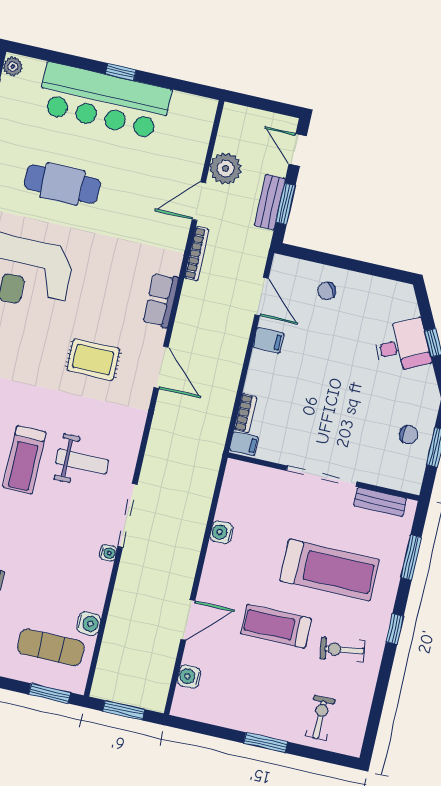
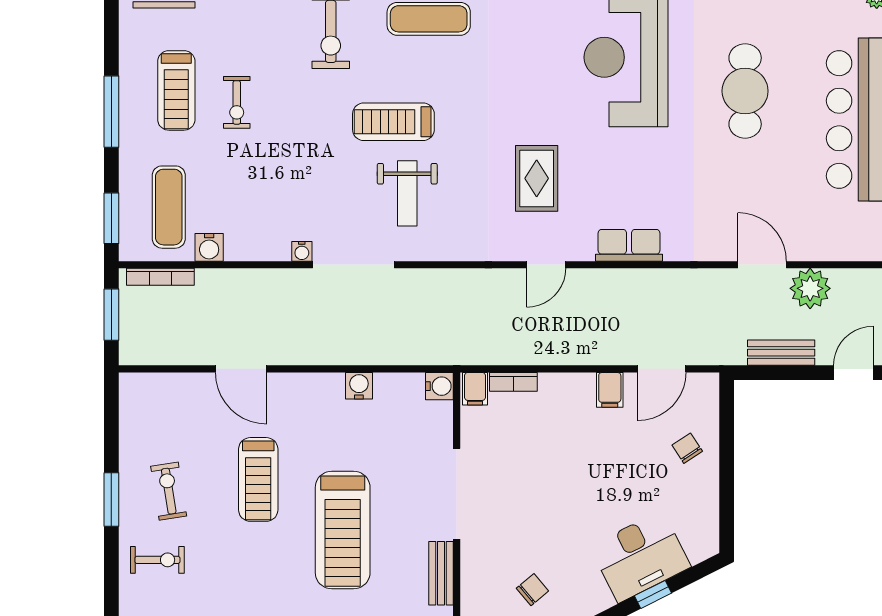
window: (286, 204) -> (783, 373), removed
bookcase: (197, 254) -> (160, 277), moved
desk: (402, 346) -> (640, 557), width x1.37
door: (161, 367) -> (546, 265), width x0.73
chair: (408, 435) -> (532, 590), turned -130
treadmill: (276, 626) -> (258, 479), turned 180
exercise bike: (342, 650) -> (169, 491), moved
water cooler: (189, 677) -> (439, 386), moved, turned 90

